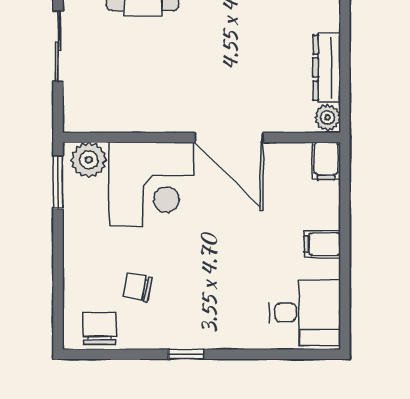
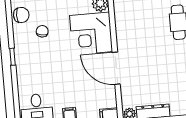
door: (229, 138) -> (116, 68), hinge flipped

